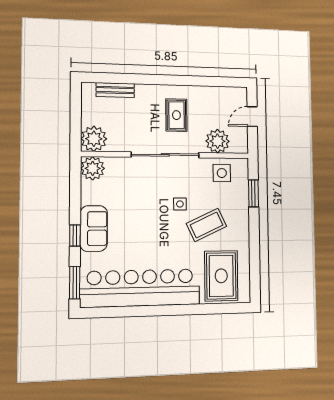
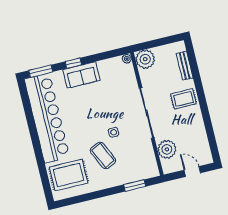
rug: (176, 115) -> (183, 99), moved
plant: (93, 168) -> (127, 59), width x0.53, depth x0.53
side table: (222, 173) -> (144, 158), removed

